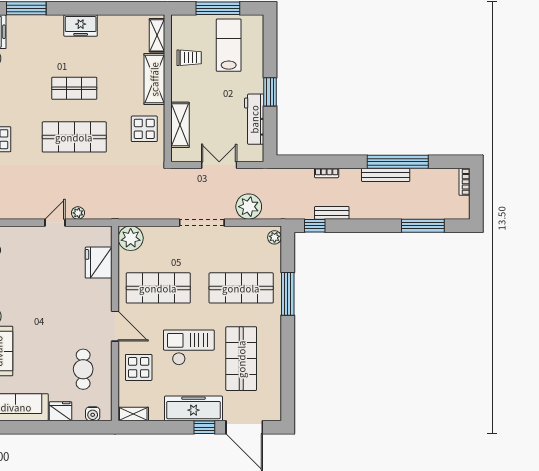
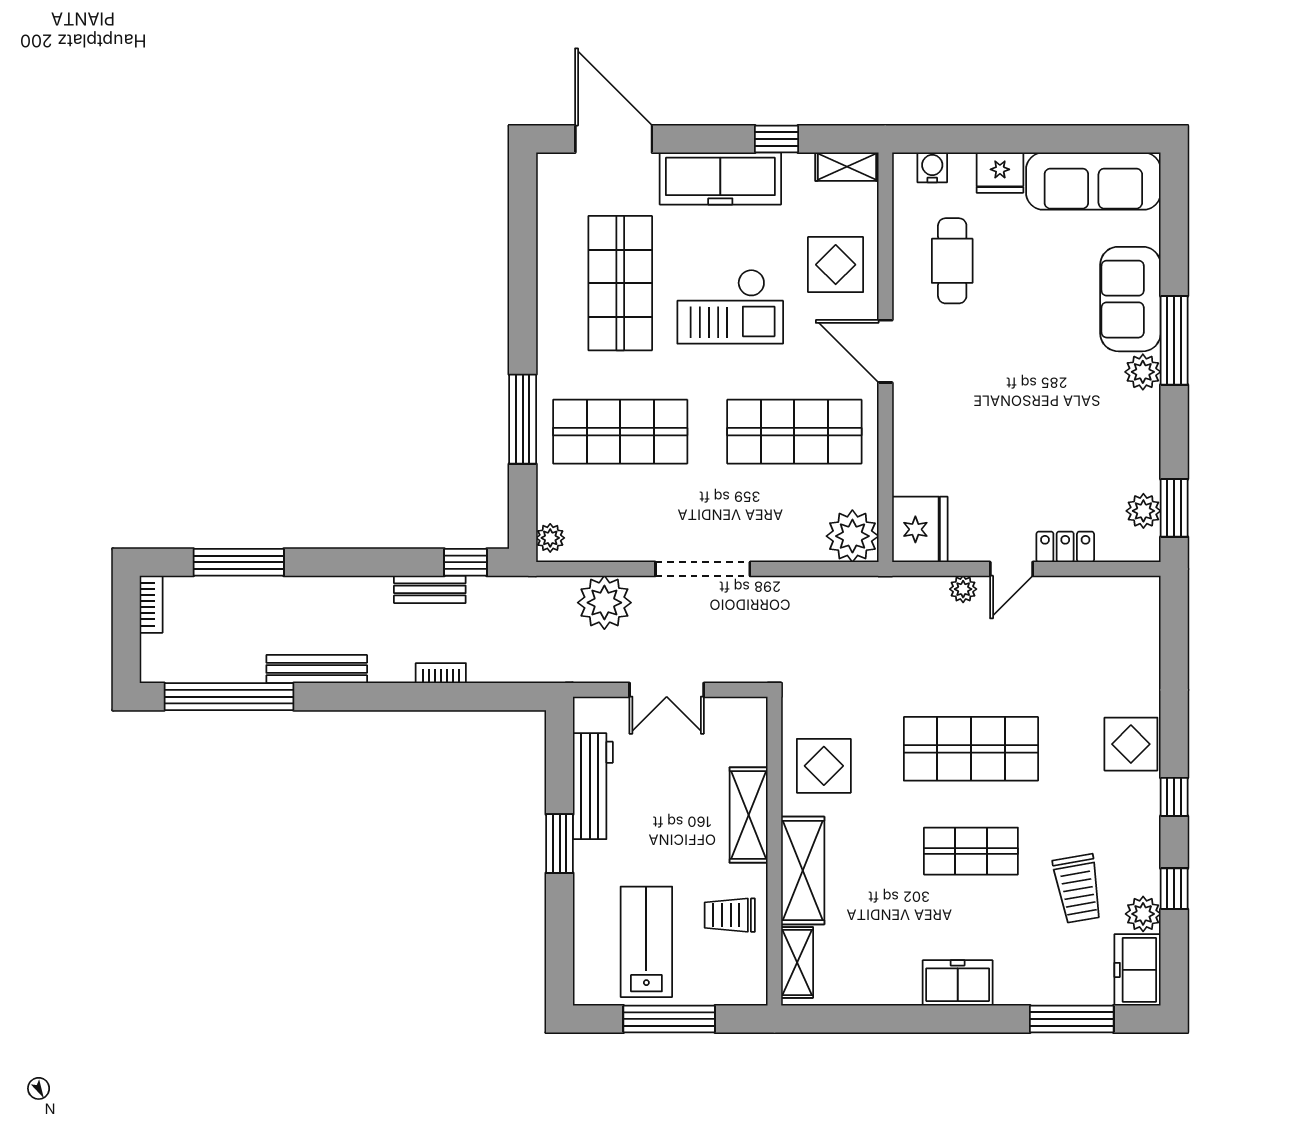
lab bench: (229, 45) -> (646, 942), turned 180
trolley: (23, 70) -> (1078, 889), added
shelving: (180, 125) -> (749, 815), moved
window: (398, 162) -> (229, 697), moved
bookcase: (464, 182) -> (151, 604), moved
locker: (29, 233) -> (1065, 547), added
fridge: (99, 263) -> (920, 529), moved
window: (204, 427) -> (777, 139), moved

